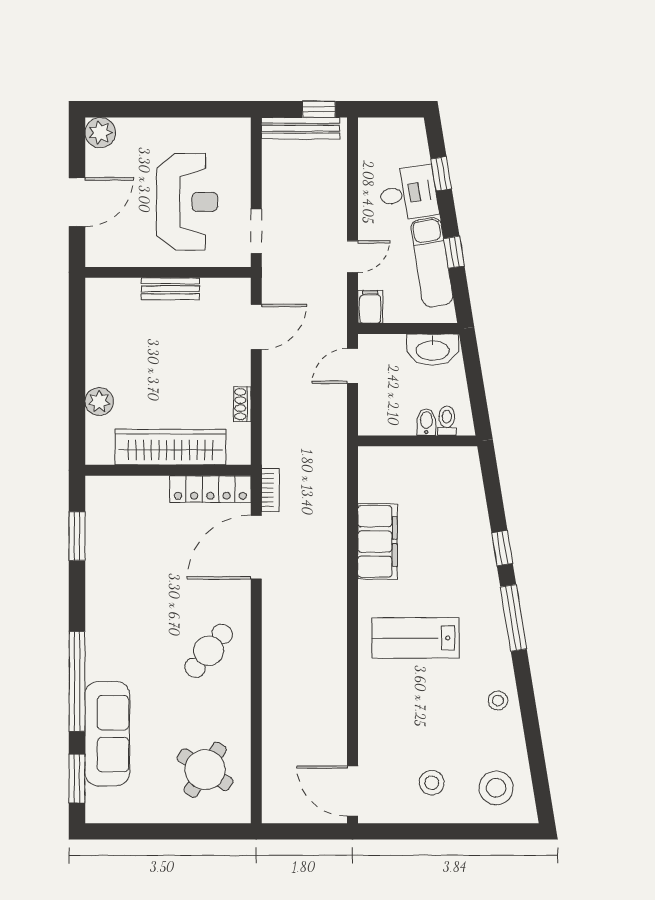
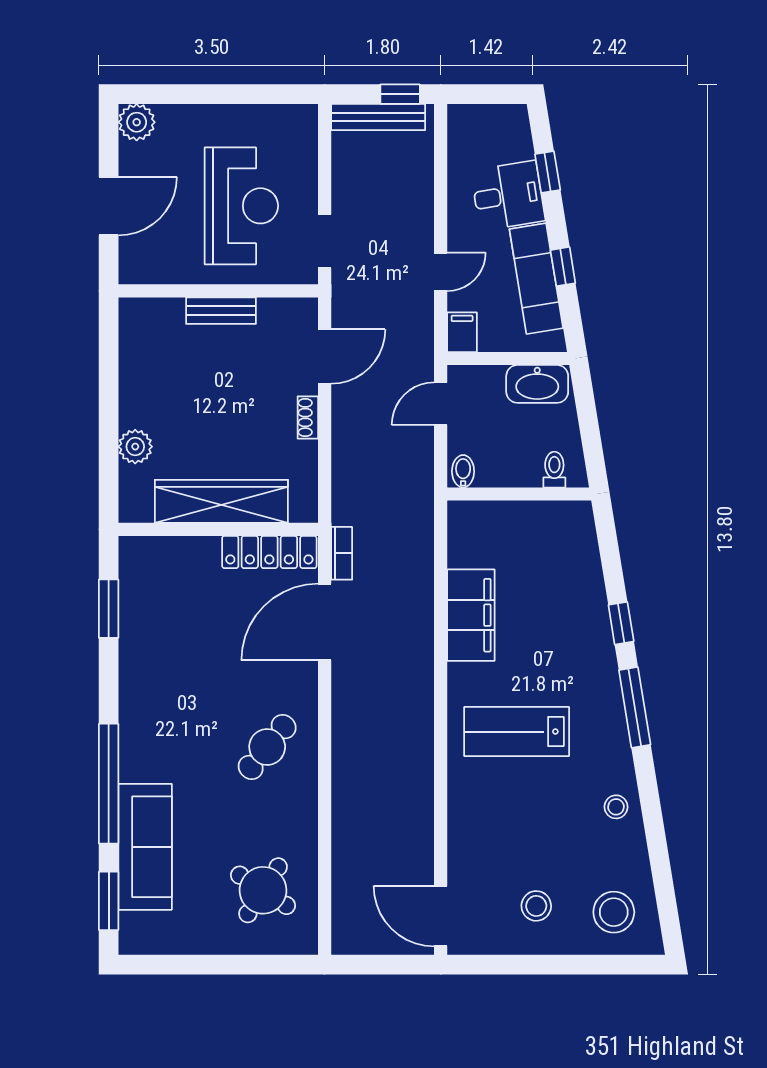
shoe rack: (242, 404) -> (308, 418), moved
bidet: (426, 422) -> (463, 471), moved

